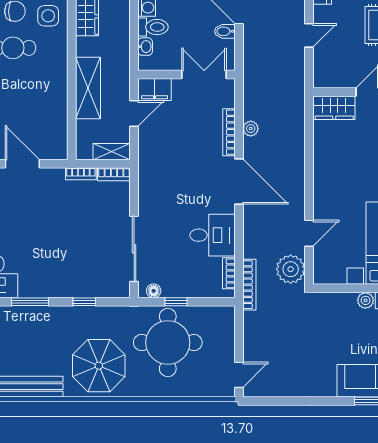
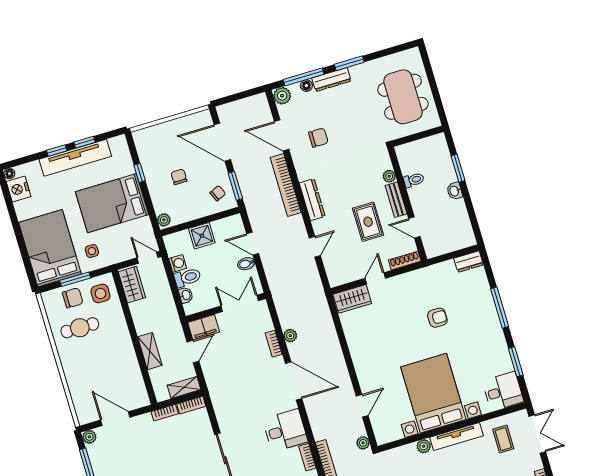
shelving: (88, 88) -> (150, 351), width x0.67, depth x0.75
bookcase: (229, 132) -> (274, 344), width x0.64
plant: (291, 269) -> (363, 443), width x0.53, depth x0.53

